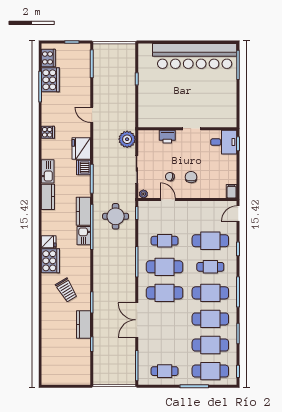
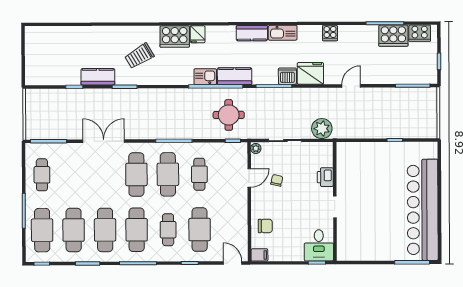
chair: (191, 177) -> (265, 226), moved

